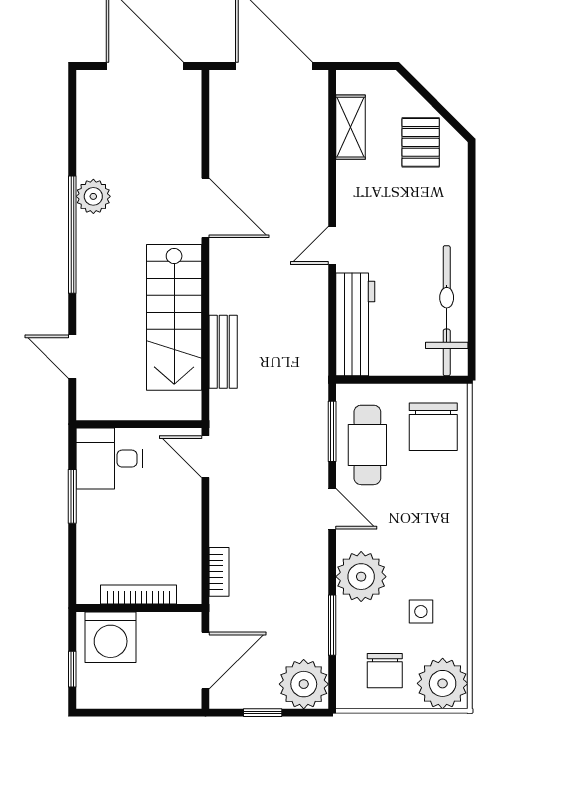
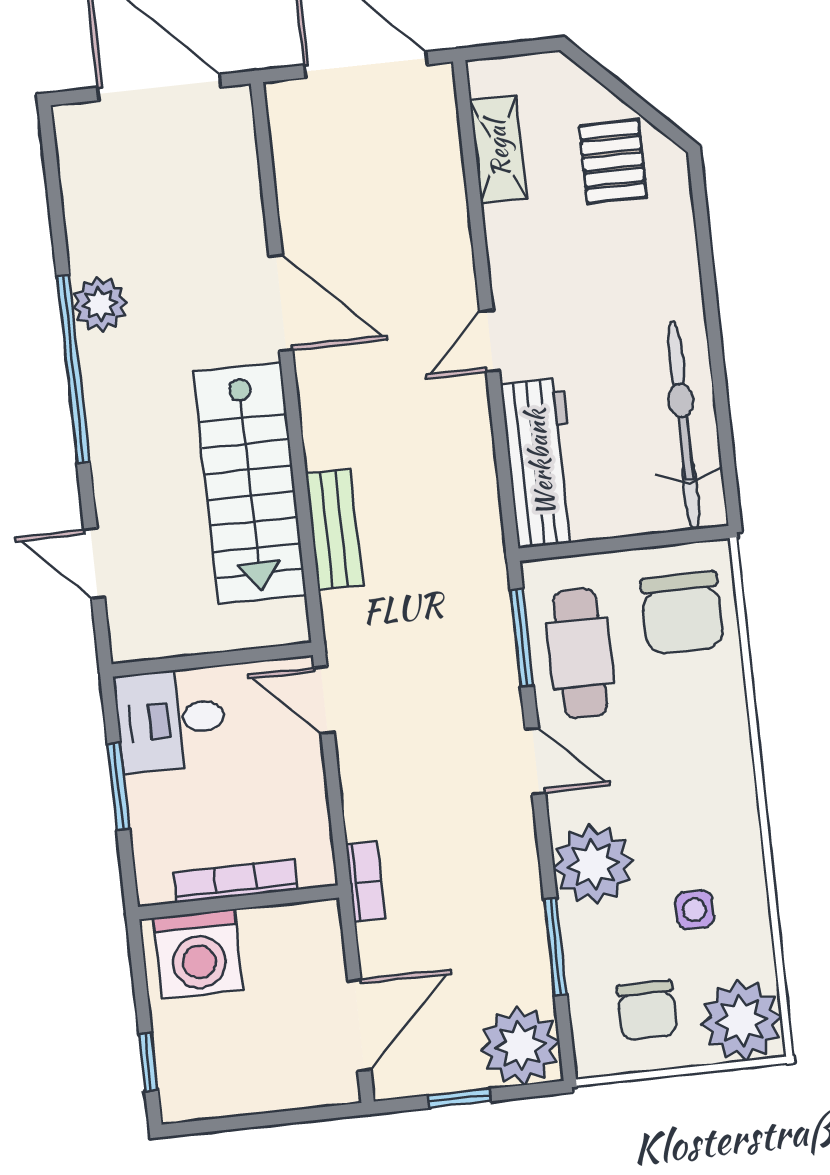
bookcase: (138, 594) -> (235, 881), moved
wall: (139, 608) -> (239, 902), moved
washing machine: (111, 637) -> (198, 954), moved

